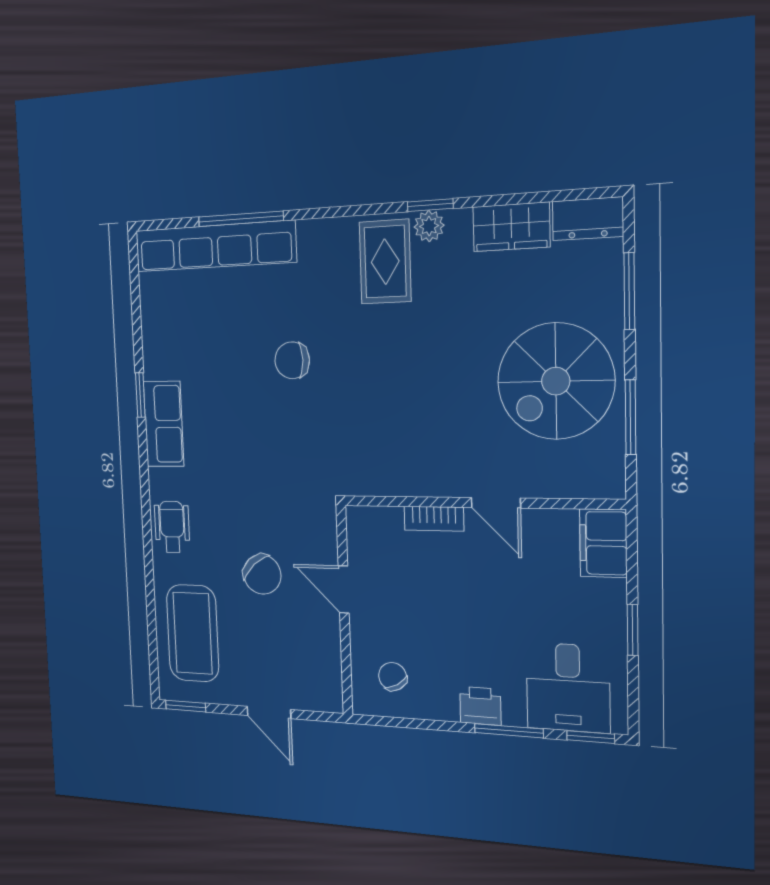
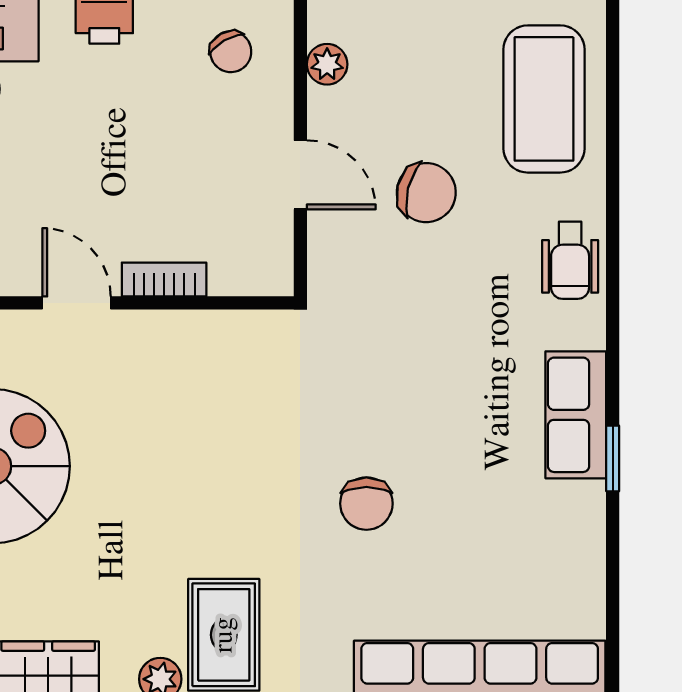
chair: (292, 360) -> (366, 504), turned 90
chair: (262, 574) -> (426, 193), turned 146
plant: (329, 664) -> (327, 64), added

